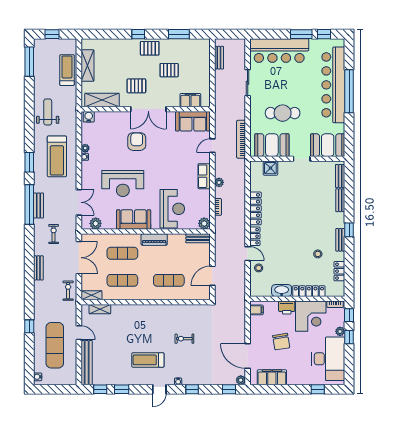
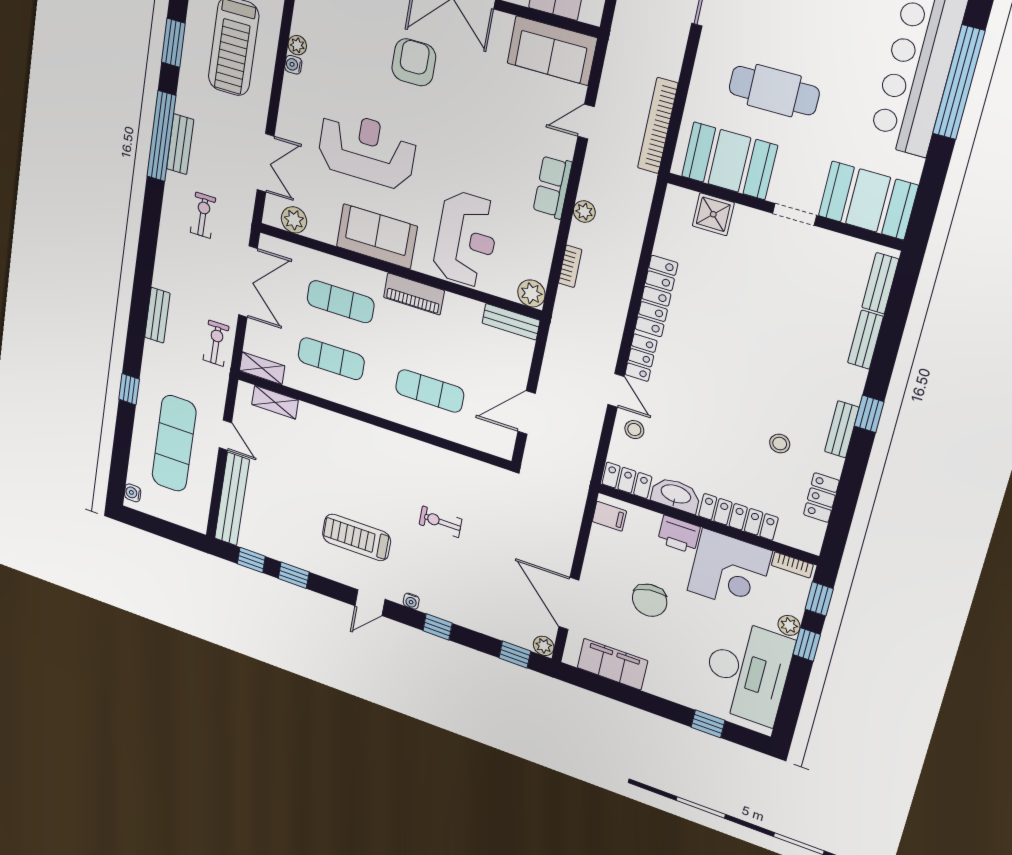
reception desk: (123, 183) -> (367, 149), turned 180
bench: (38, 268) -> (157, 315), moved
locker: (260, 291) -> (627, 480), added

